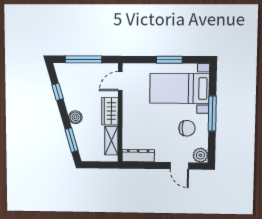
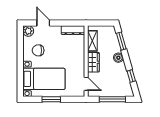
door: (120, 81) -> (86, 84), hinge flipped
window: (212, 114) -> (20, 61), removed

